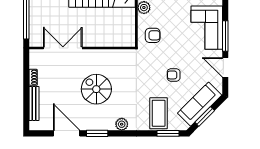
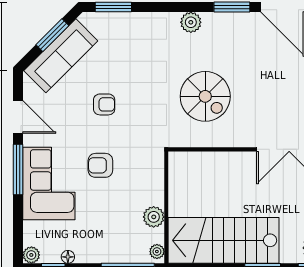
armchair: (153, 35) -> (100, 165), moved
spiral stairs: (96, 89) -> (205, 96), moved
coffee table: (159, 113) -> (129, 41), removed

